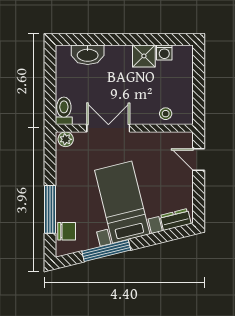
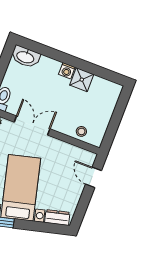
washing machine: (164, 52) -> (67, 71), moved
washbasin: (88, 55) -> (25, 57), moved

